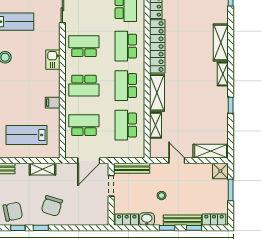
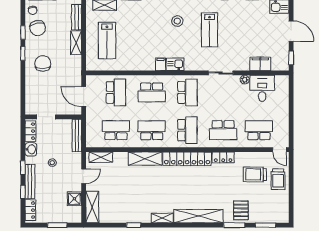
shelving: (221, 43) -> (198, 216), width x1.47
school desk: (126, 46) -> (187, 130), turned 90
school desk: (84, 86) -> (152, 92), turned -90
filing cabinet: (53, 103) -> (161, 64), moved
shelving: (155, 125) -> (101, 157), moved
lab bench: (27, 135) -> (107, 40), turned 180
shelving: (42, 169) -> (76, 43), moved
shower: (220, 171) -> (74, 199), moved
doorway: (111, 186) -> (46, 117), moved
chair: (52, 206) -> (43, 63), turned 73

